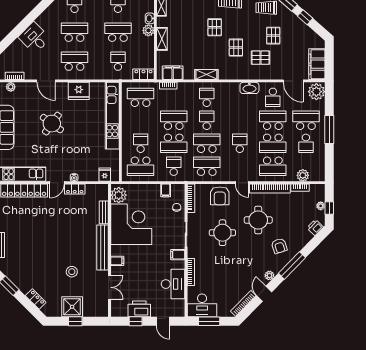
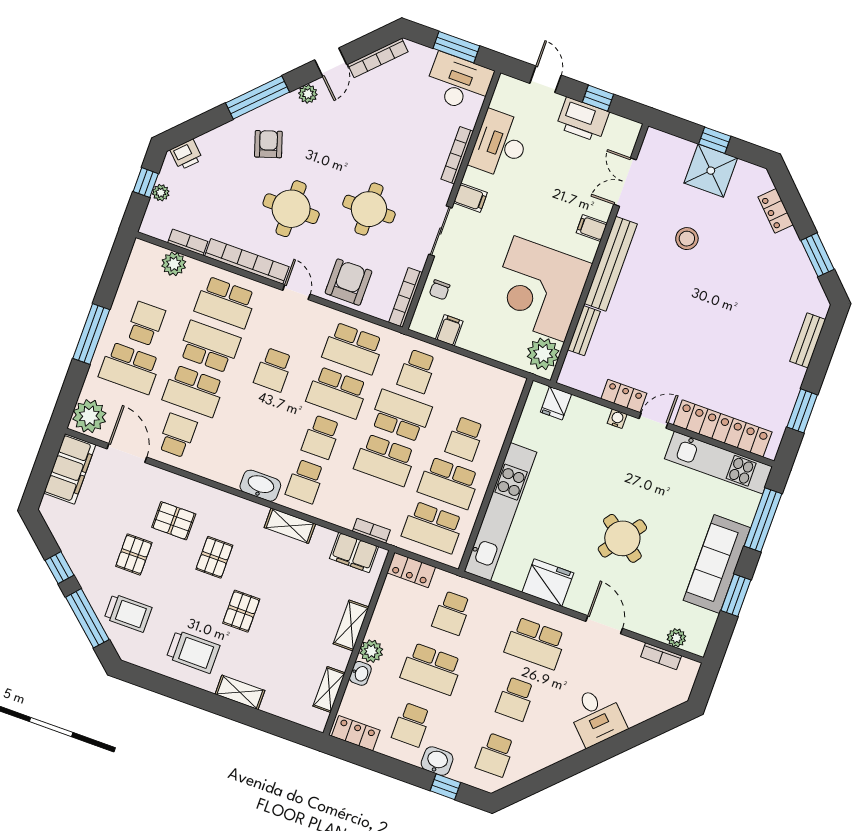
school desk: (74, 32) -> (515, 699), width x0.54
washbasin: (249, 88) -> (260, 486), moved
school desk: (141, 166) -> (449, 483), moved, turned 180
school desk: (273, 166) -> (225, 302), turned 180

